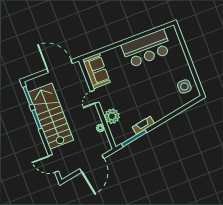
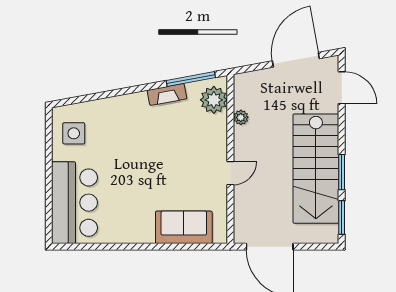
bar counter: (147, 49) -> (74, 203), moved, turned 90
sofa: (96, 71) -> (184, 227), moved, turned 90
plant: (112, 116) -> (214, 100), moved
door: (92, 164) -> (296, 60), moved

